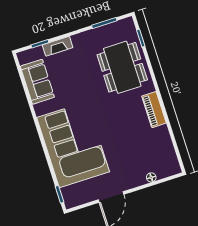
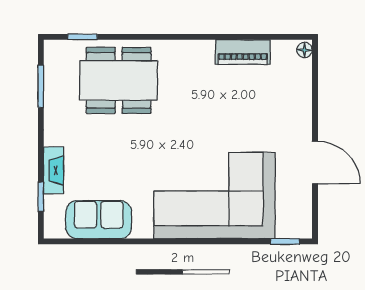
piano: (154, 110) -> (243, 52), moved
floor lamp: (151, 177) -> (305, 50), moved

